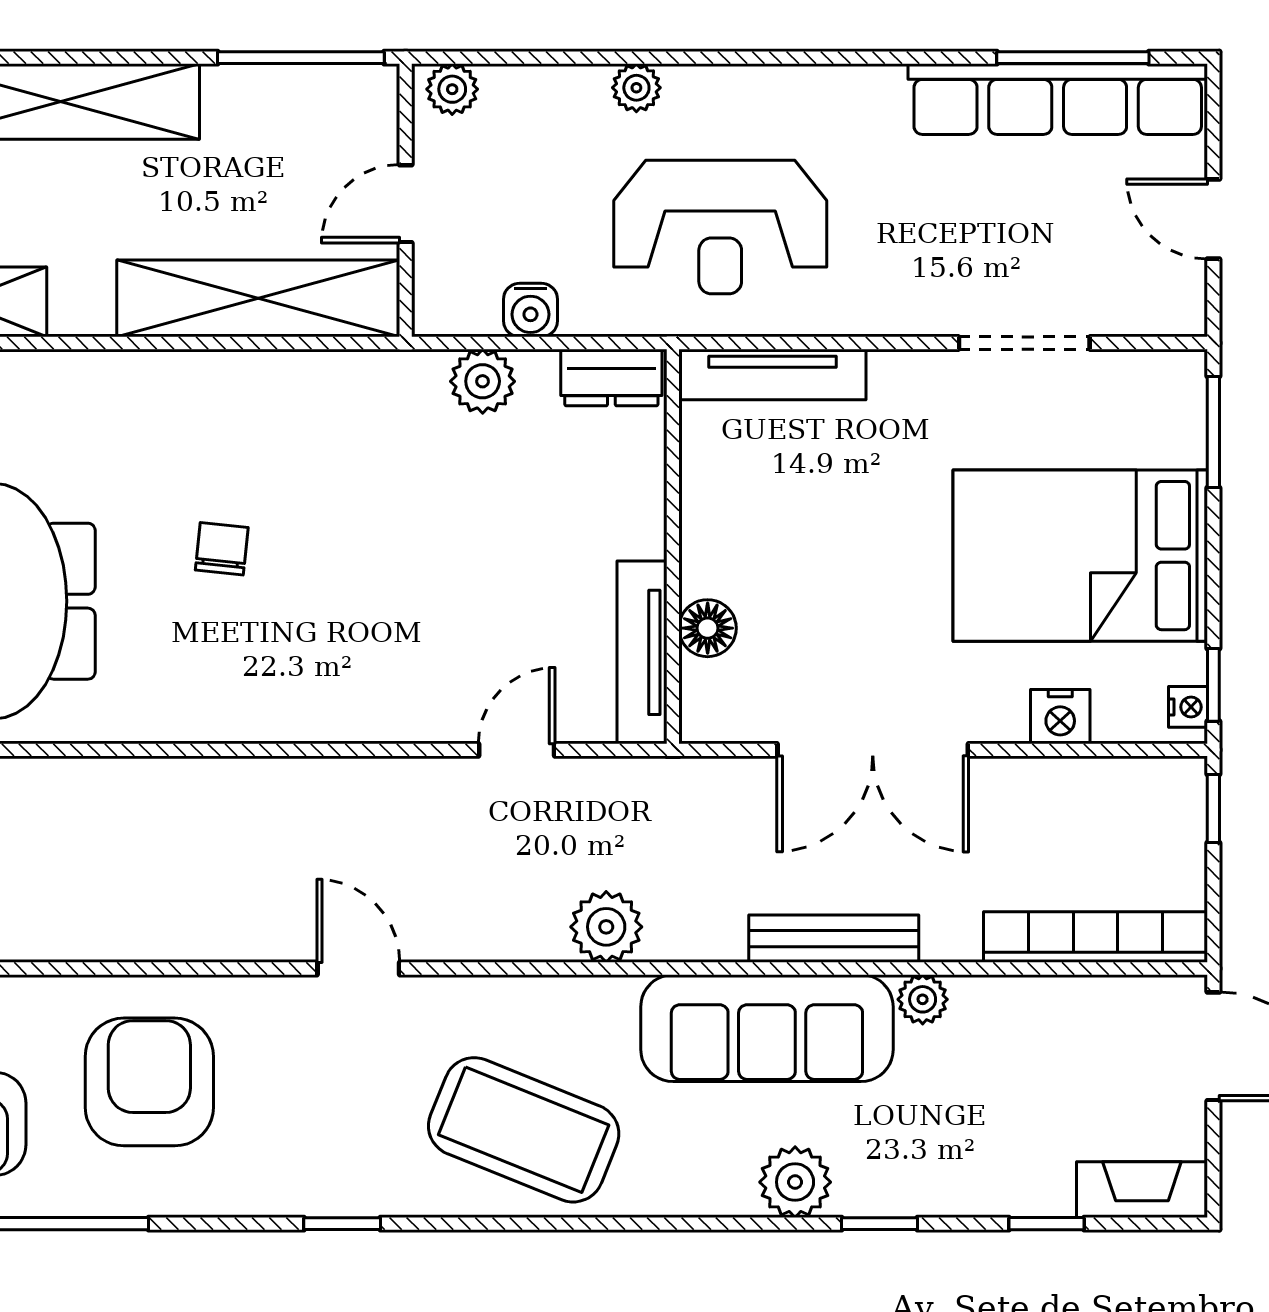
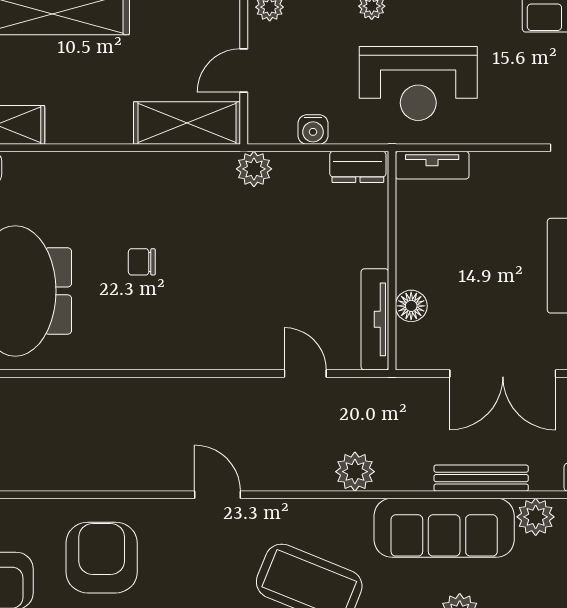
shelving: (258, 298) -> (187, 123), width x0.68
tv unit: (772, 374) -> (432, 165), width x0.71
plant: (483, 381) -> (254, 169), moved
chair: (222, 549) -> (142, 262), turned -96
door: (517, 750) -> (305, 373), hinge flipped
plant: (923, 999) -> (536, 517), width x1.38, depth x1.38

